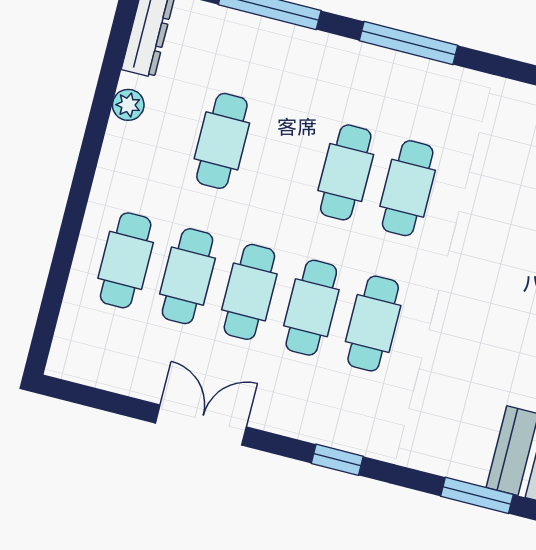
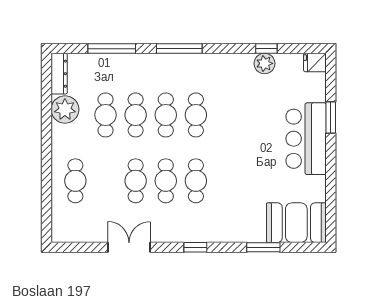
plant: (128, 105) -> (65, 109), width x1.87, depth x1.87
cafe table: (187, 276) -> (136, 115), moved

